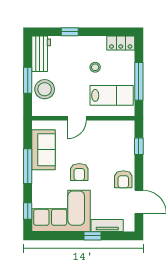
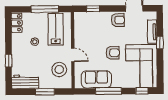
stool: (45, 89) -> (59, 70), moved

